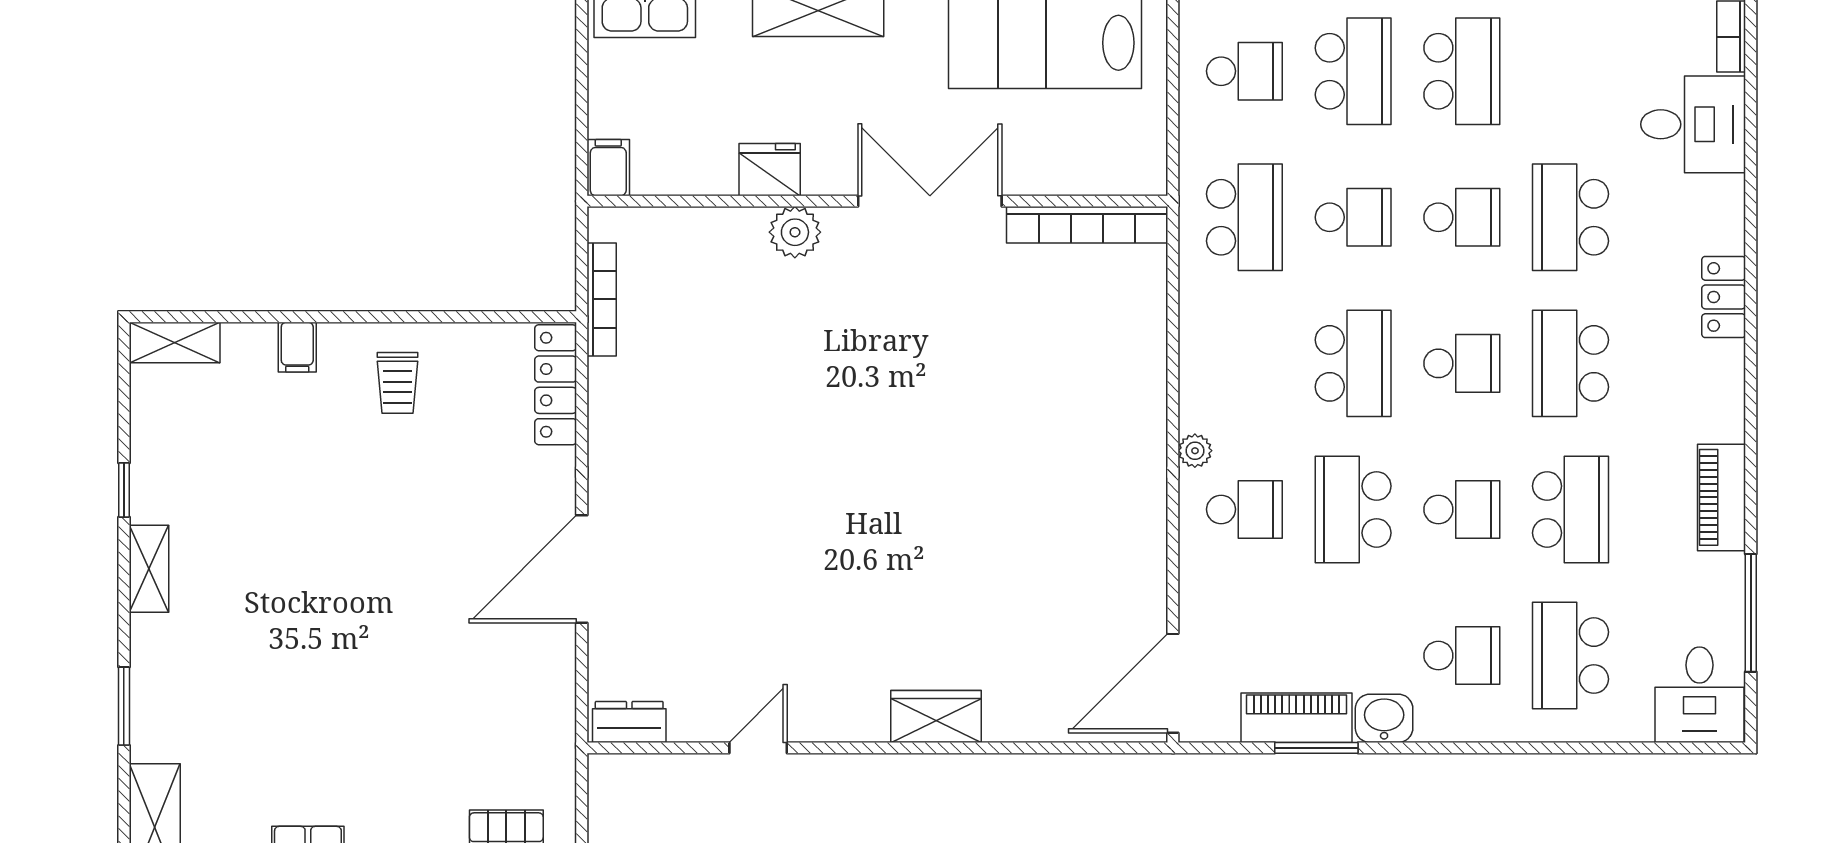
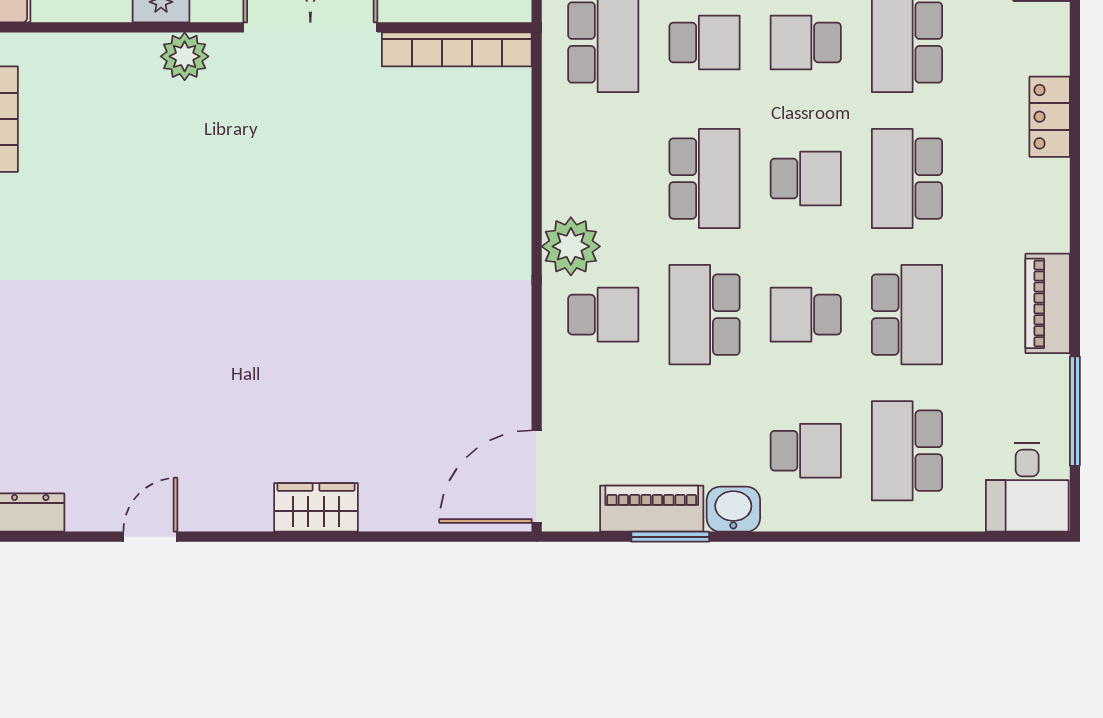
school desk: (1462, 217) -> (806, 42), turned 180
plant: (1195, 451) -> (571, 246), width x1.87, depth x1.87
school desk: (1462, 509) -> (806, 315), turned 180

